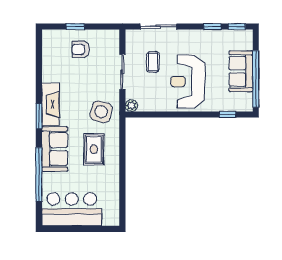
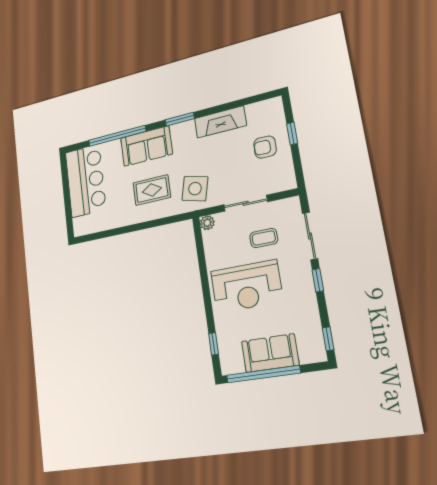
window: (212, 27) -> (318, 280), moved
armchair: (81, 49) -> (265, 147), turned -89
reception desk: (188, 82) -> (246, 286), turned 180
fireplace: (50, 104) -> (220, 122), moved

